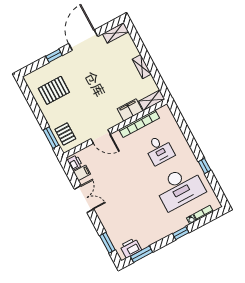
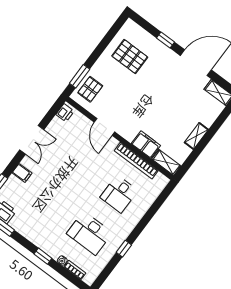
filing cabinet: (82, 173) -> (22, 173), moved
desk: (180, 188) -> (89, 233), width x0.73, depth x0.77

